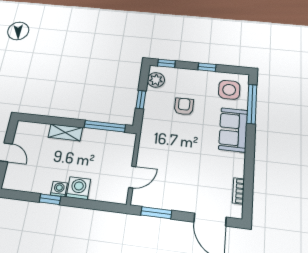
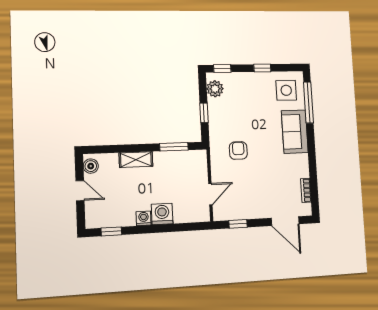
armchair: (184, 106) -> (238, 151), moved
window: (105, 126) -> (174, 147), width x0.69
boiler: (22, 132) -> (91, 166), added
window: (50, 199) -> (111, 231), moved
window: (156, 213) -> (238, 224), width x0.67

